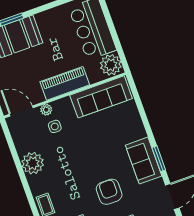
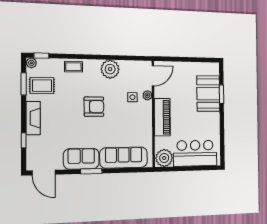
sofa: (101, 97) -> (124, 158), moved, turned 90
window: (159, 159) -> (91, 171), moved
armchair: (109, 192) -> (94, 107), moved

